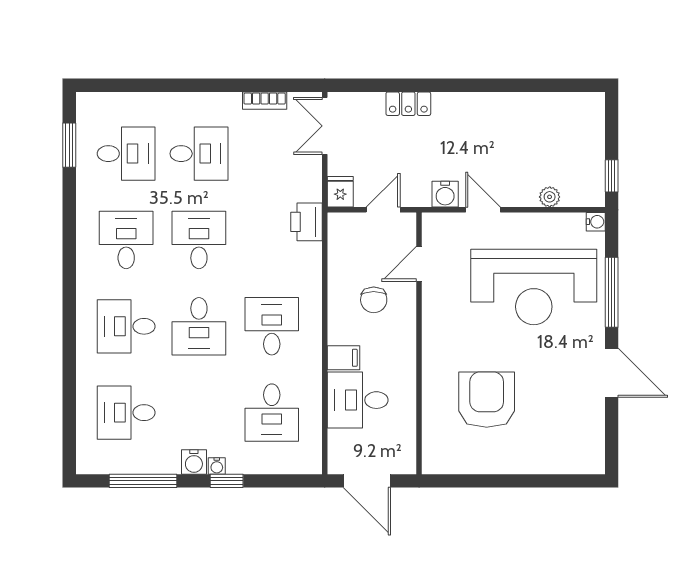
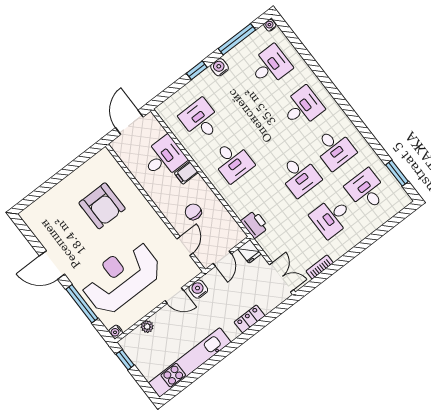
kitchen unit: (530, 107) -> (190, 362), added
desk: (126, 154) -> (366, 190), turned 90
desk: (199, 326) -> (267, 134), removed
water cooler: (217, 466) -> (270, 25), moved
door: (367, 481) -> (129, 122), hinge flipped

